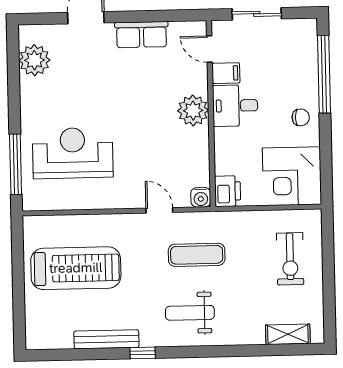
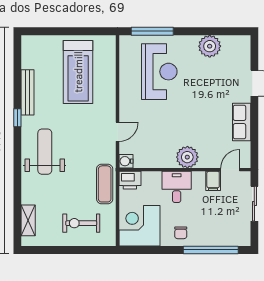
plant: (34, 60) -> (210, 46), moved
desk: (235, 106) -> (177, 187), moved
exercise mat: (197, 255) -> (105, 184), moved
weight bench: (190, 313) -> (45, 152), width x1.36, depth x1.33

